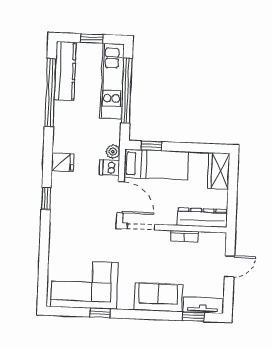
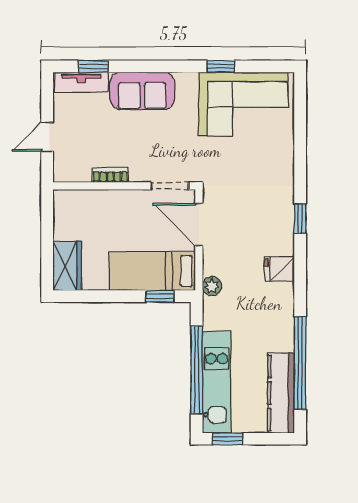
window: (92, 38) -> (228, 439), moved
dishwasher: (109, 168) -> (216, 264), removed
dresser: (202, 218) -> (87, 201), removed

